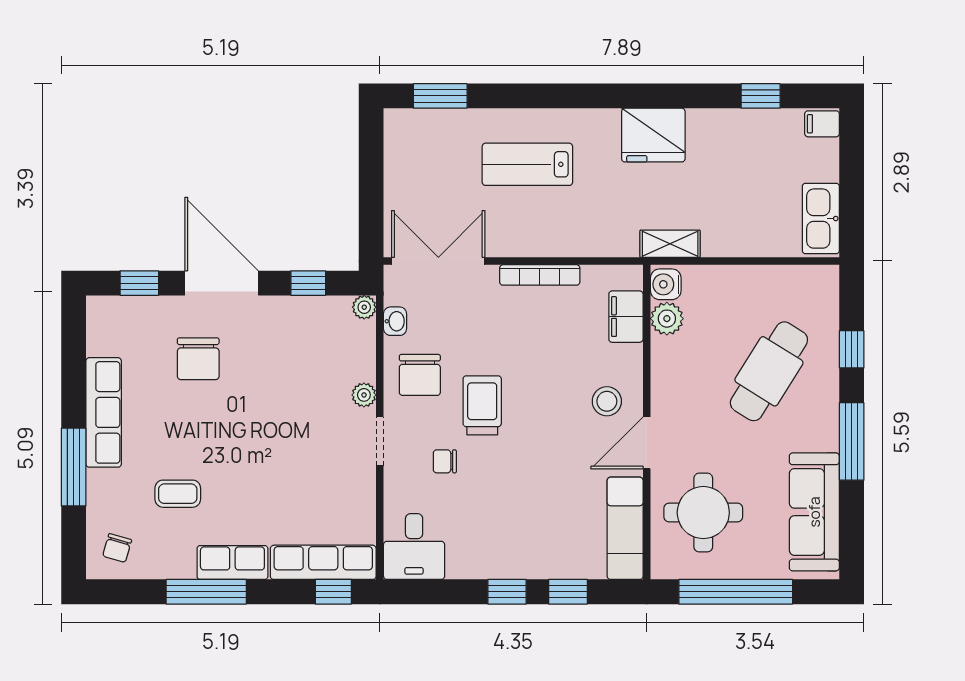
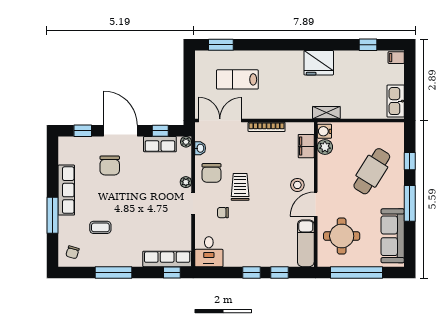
lab bench: (527, 164) -> (237, 79), moved
row of seats: (232, 562) -> (160, 144), moved, turned 180

